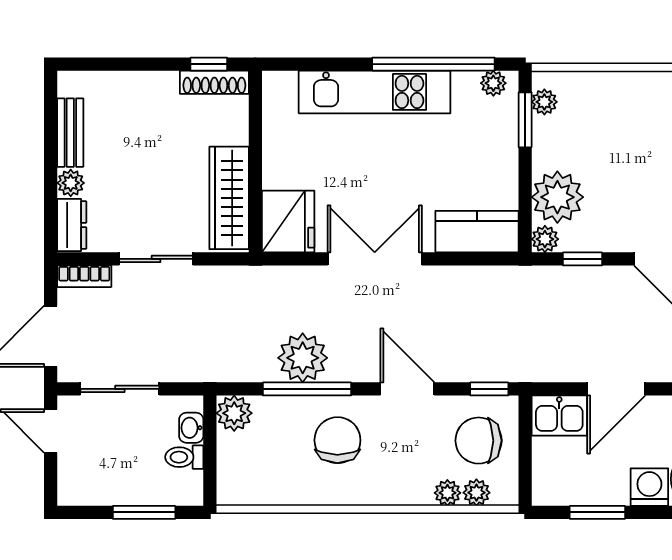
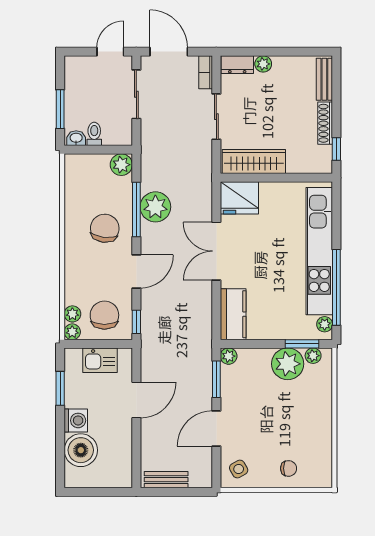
shoe rack: (214, 82) -> (325, 123), moved
kitchen unit: (375, 92) -> (319, 251), width x1.36
bench: (70, 133) -> (324, 79), moved, turned 90
plant: (557, 197) -> (288, 364), moved
double door: (375, 259) -> (216, 251), swing flipped
window: (583, 259) -> (216, 379), width x1.50
door: (616, 389) -> (136, 400), swing flipped
kitchen sink: (559, 416) -> (100, 360), moved, turned -90
washbasin: (191, 428) -> (76, 138), moved
chair: (337, 440) -> (105, 228), turned -83
plant: (447, 493) -> (72, 332), moved

